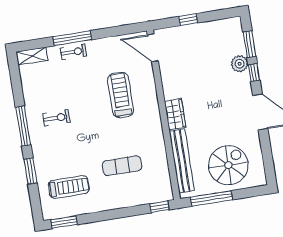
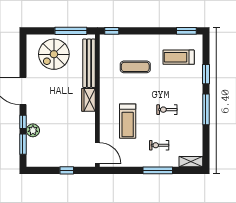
exercise bike: (73, 52) -> (159, 145), moved
exercise bike: (56, 118) -> (167, 110), moved

